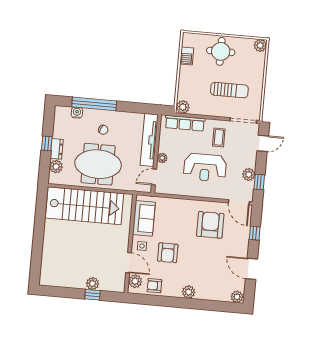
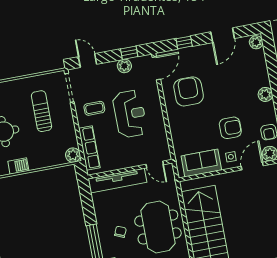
plant: (162, 158) -> (133, 162), removed
armchair: (210, 225) -> (189, 91), turned 90

